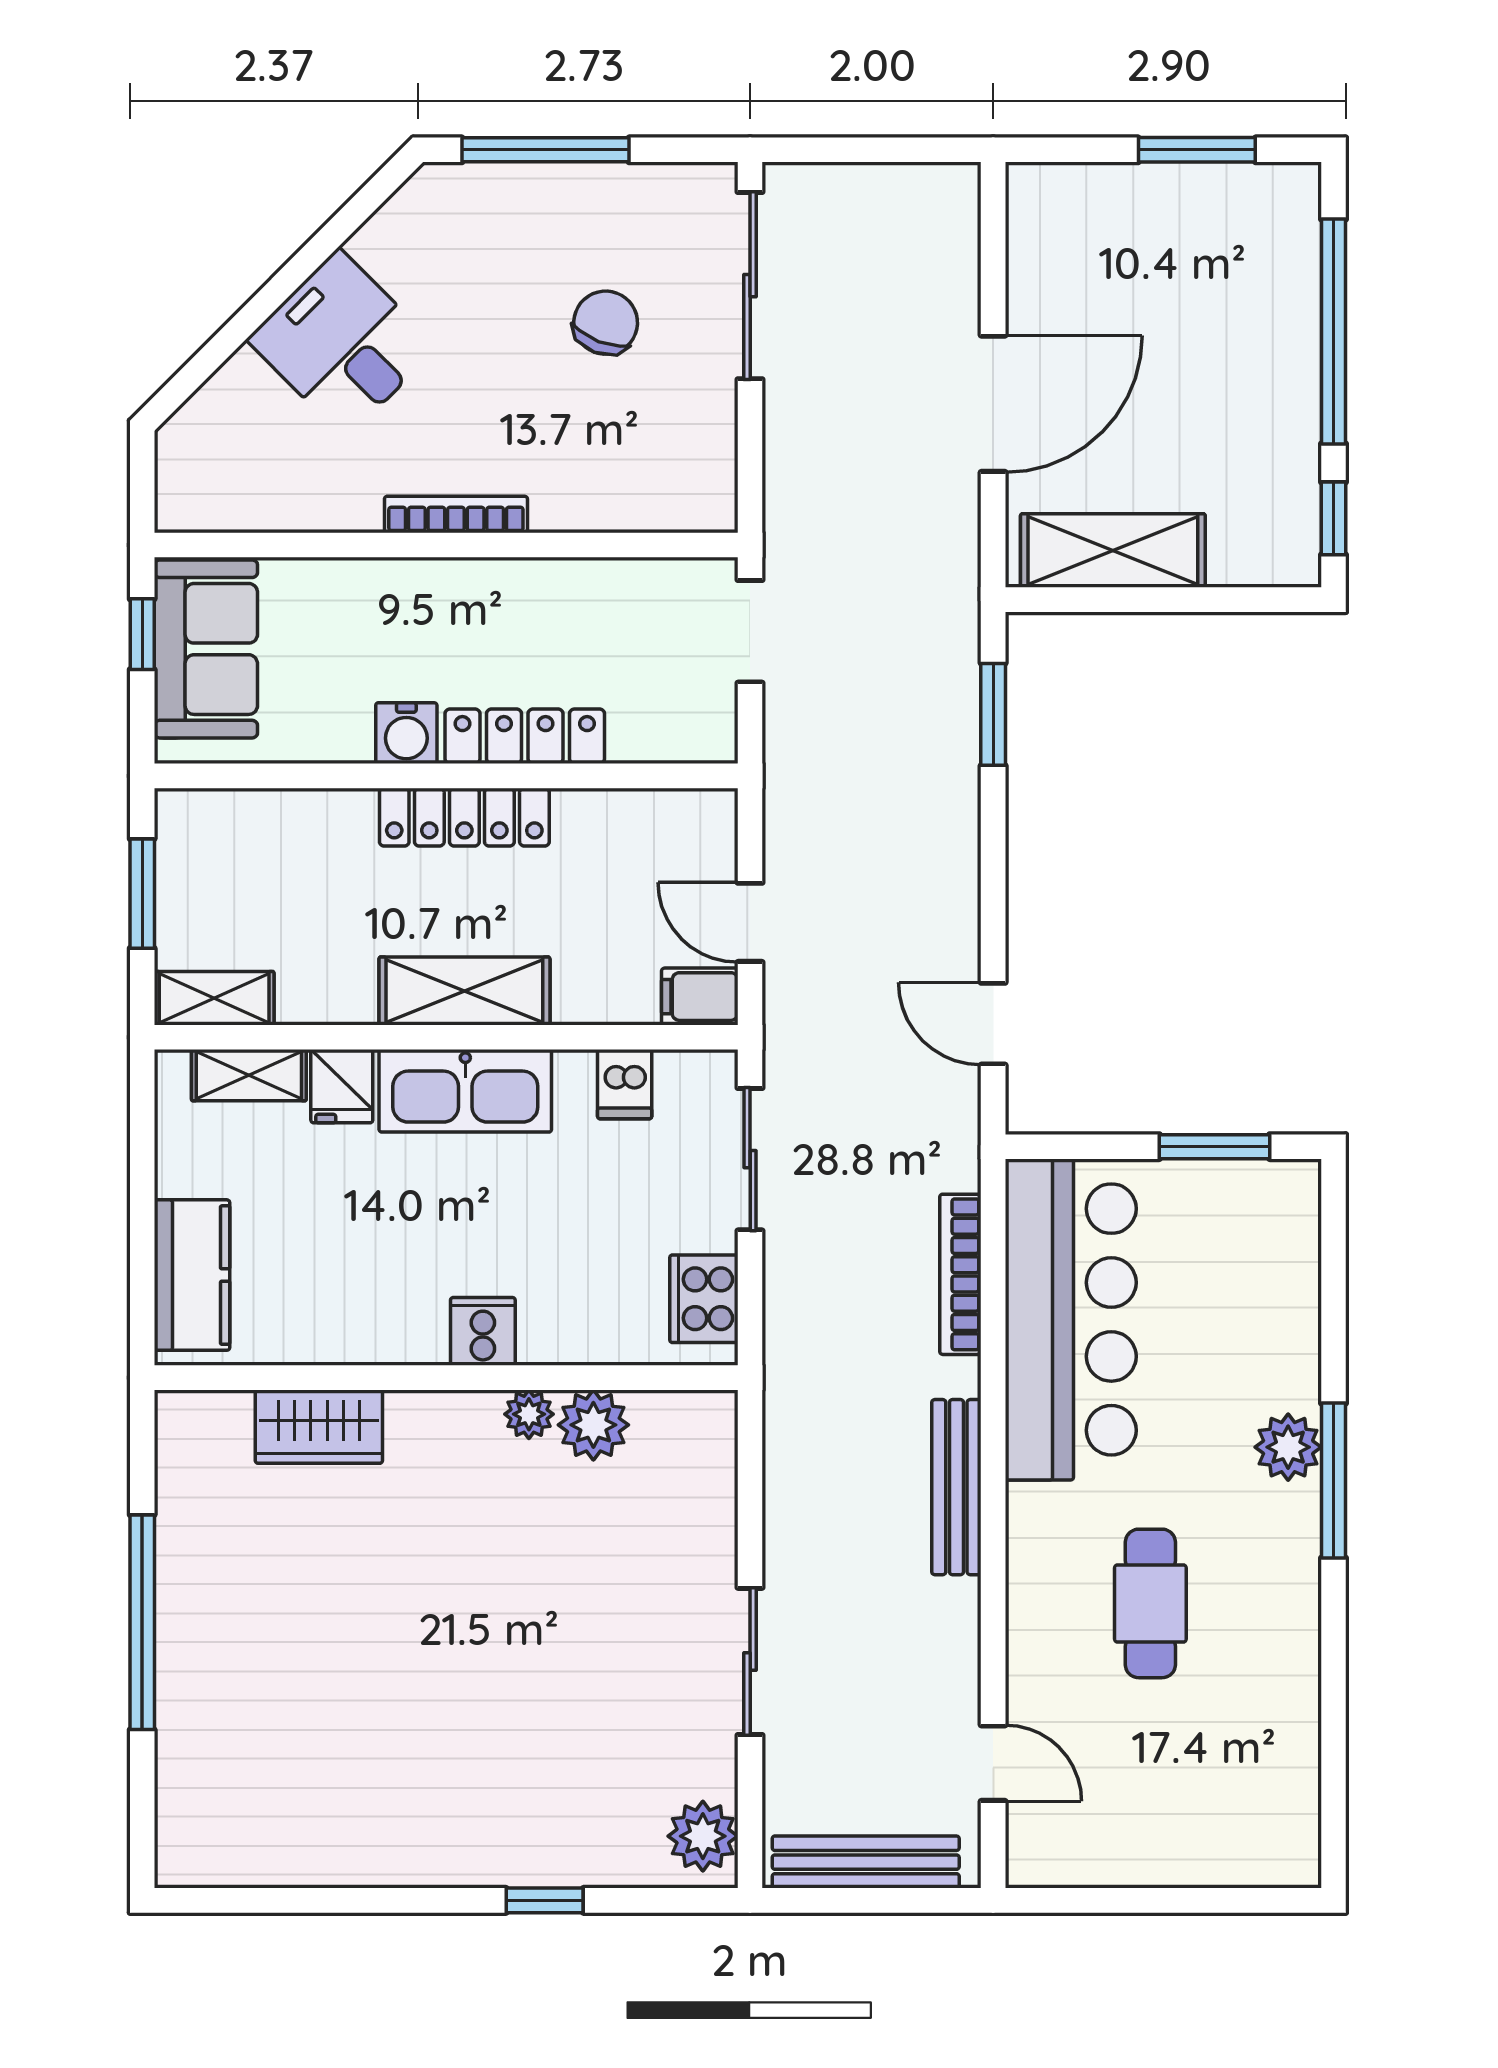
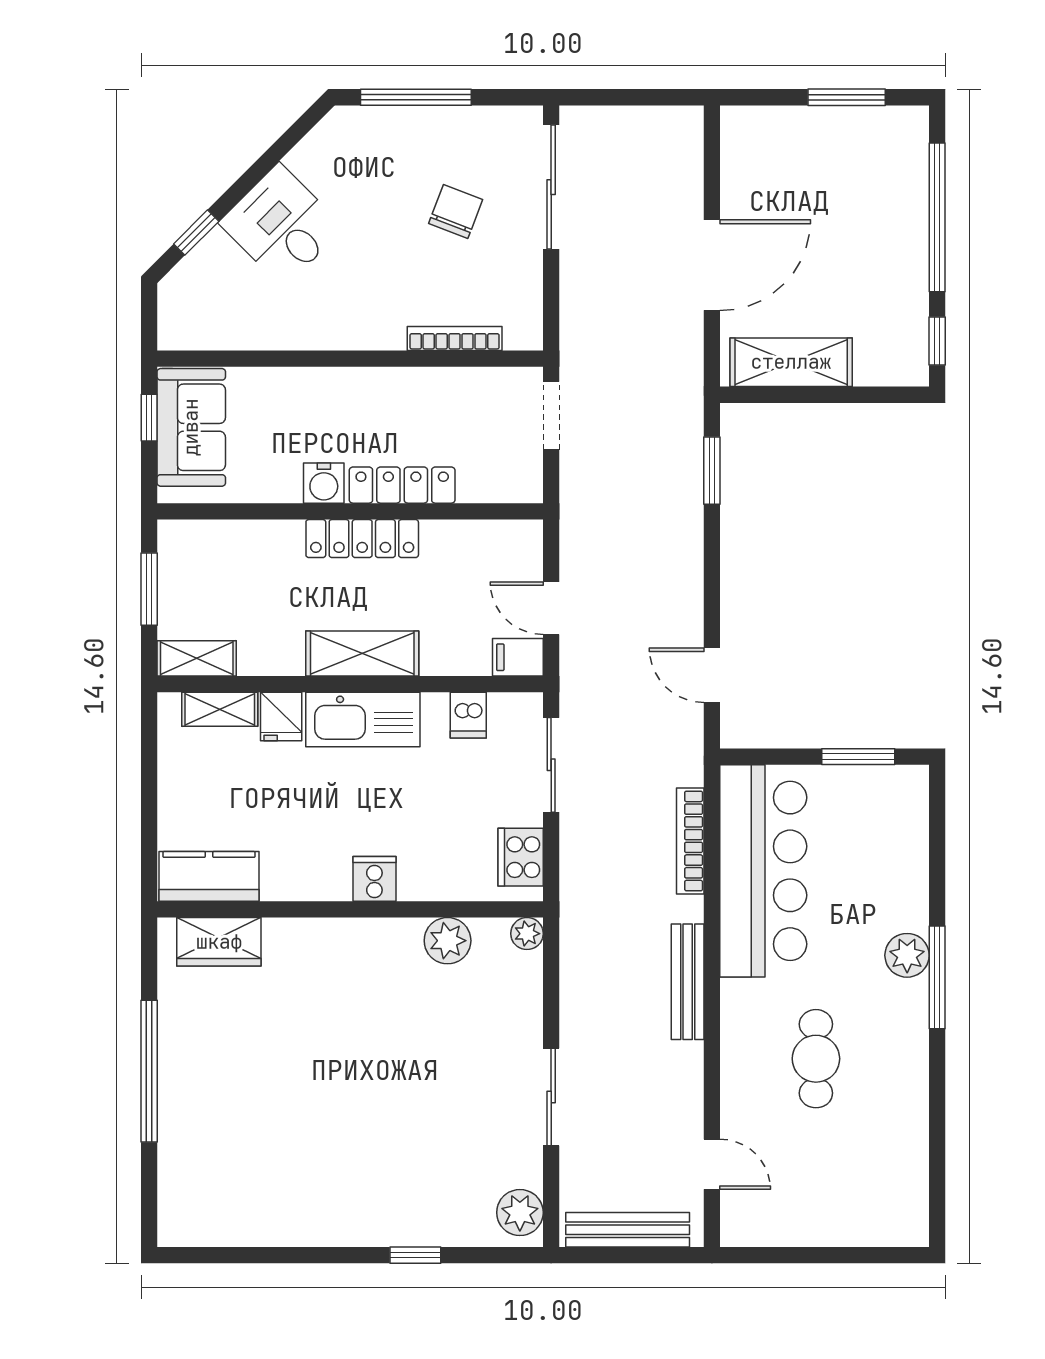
window: (213, 354) -> (196, 233), added
bookcase: (456, 514) -> (455, 338), moved
kitchen counter: (192, 1275) -> (209, 876), moved, turned -90
plant: (529, 1414) -> (527, 934), moved
wardrobe: (319, 1427) -> (219, 942), moved

